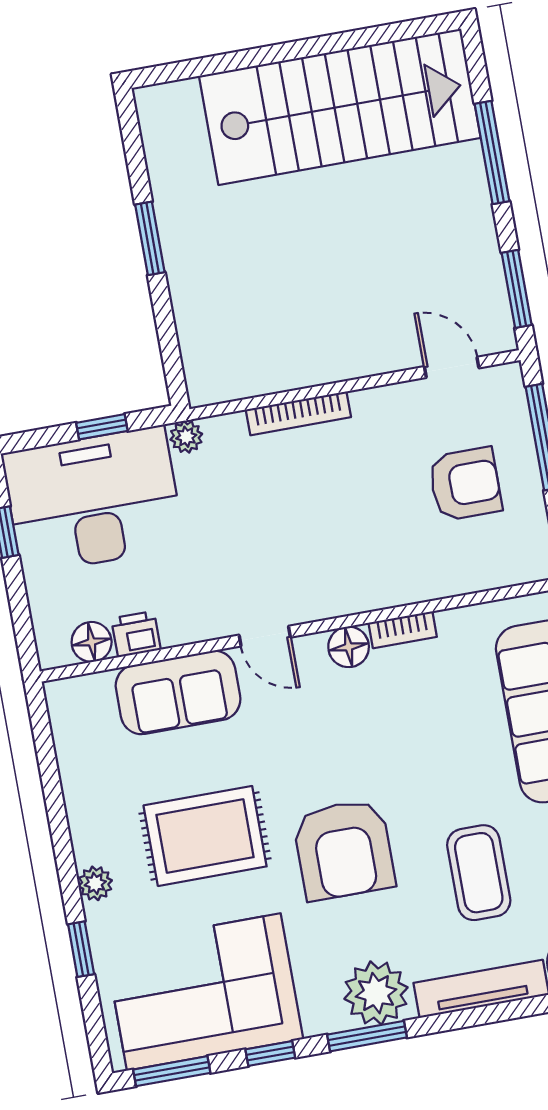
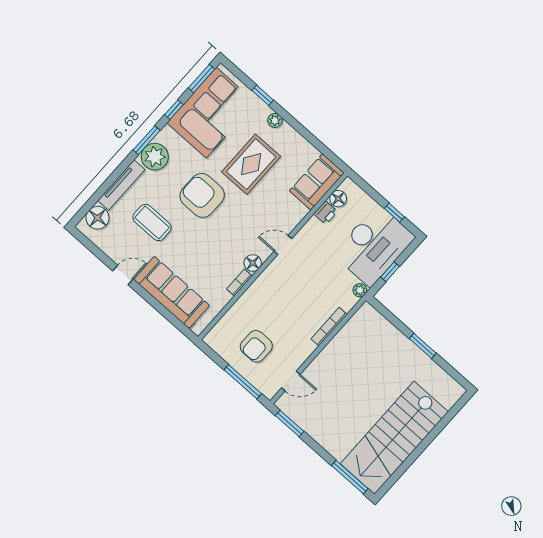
window: (492, 152) -> (350, 477), moved
sofa: (178, 692) -> (317, 182), moved

